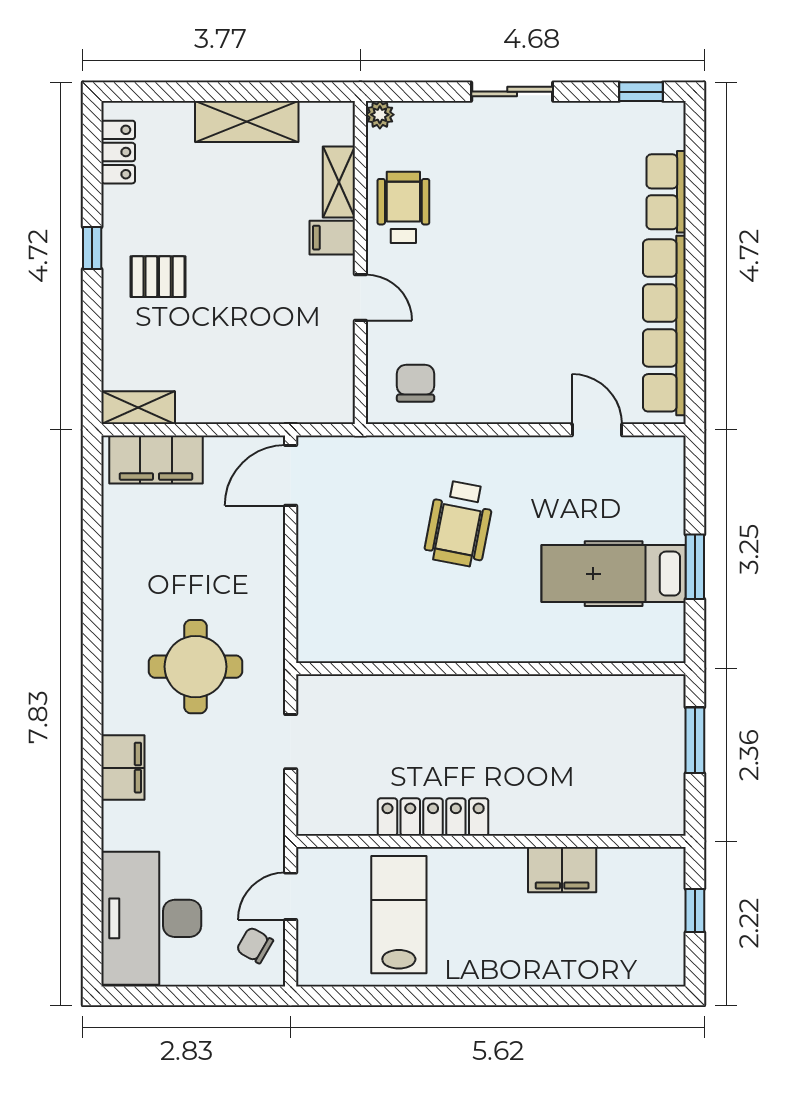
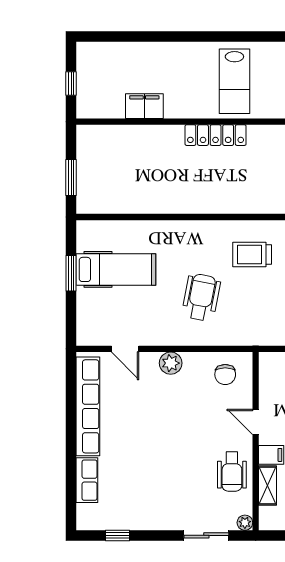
sliding door: (512, 92) -> (206, 535), moved
window: (641, 92) -> (117, 535), moved
plant: (514, 404) -> (171, 363), added
trolley: (367, 601) -> (252, 254), added

